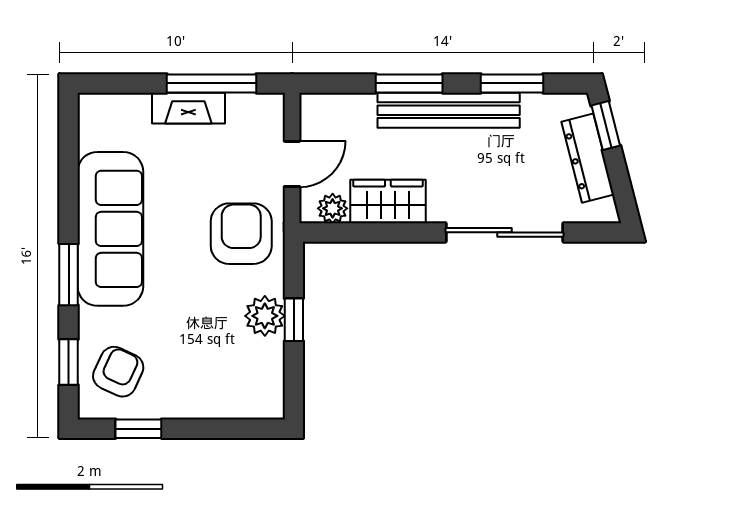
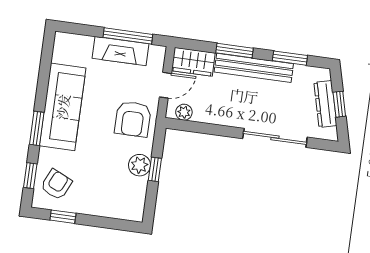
fireplace: (188, 108) -> (120, 51), width x1.37, depth x1.32
window: (606, 126) -> (339, 104), moved
wardrobe: (388, 202) -> (193, 62), moved, turned 180
armchair: (241, 234) -> (133, 119), turned 180

